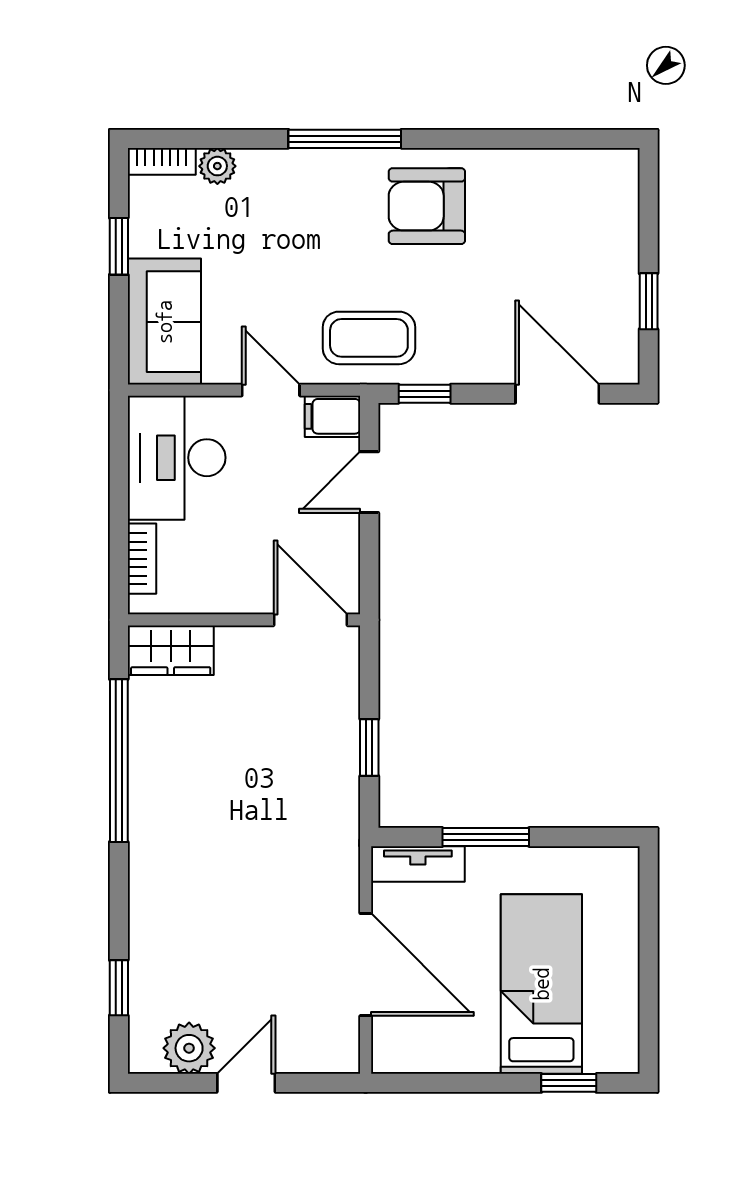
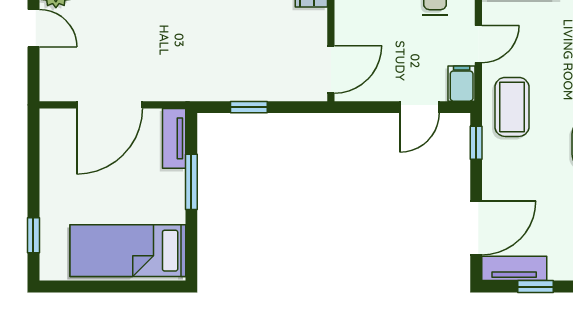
tv unit: (620, 334) -> (514, 268), added
door: (369, 482) -> (419, 107), swing flipped
bed: (541, 984) -> (128, 251), moved, turned 180

